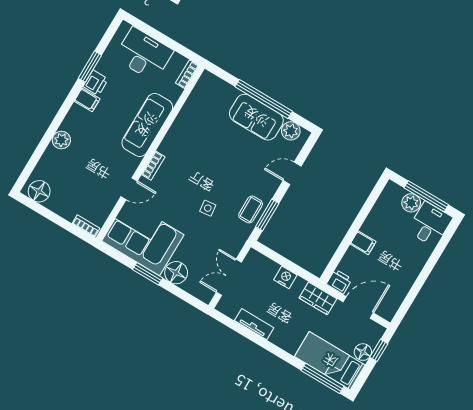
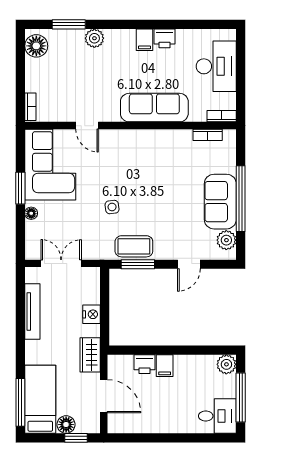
window: (90, 67) -> (69, 24), moved
bookcase: (153, 166) -> (208, 135), moved
door: (292, 173) -> (189, 264), swing flipped
plant: (411, 203) -> (226, 364), moved
coffee table: (251, 209) -> (134, 246), width x1.36, depth x1.30
floor lamp: (176, 273) -> (31, 213), width x0.53, depth x0.53
printer: (339, 282) -> (144, 364), moved, turned 90
tv unit: (254, 324) -> (32, 311), width x1.41

